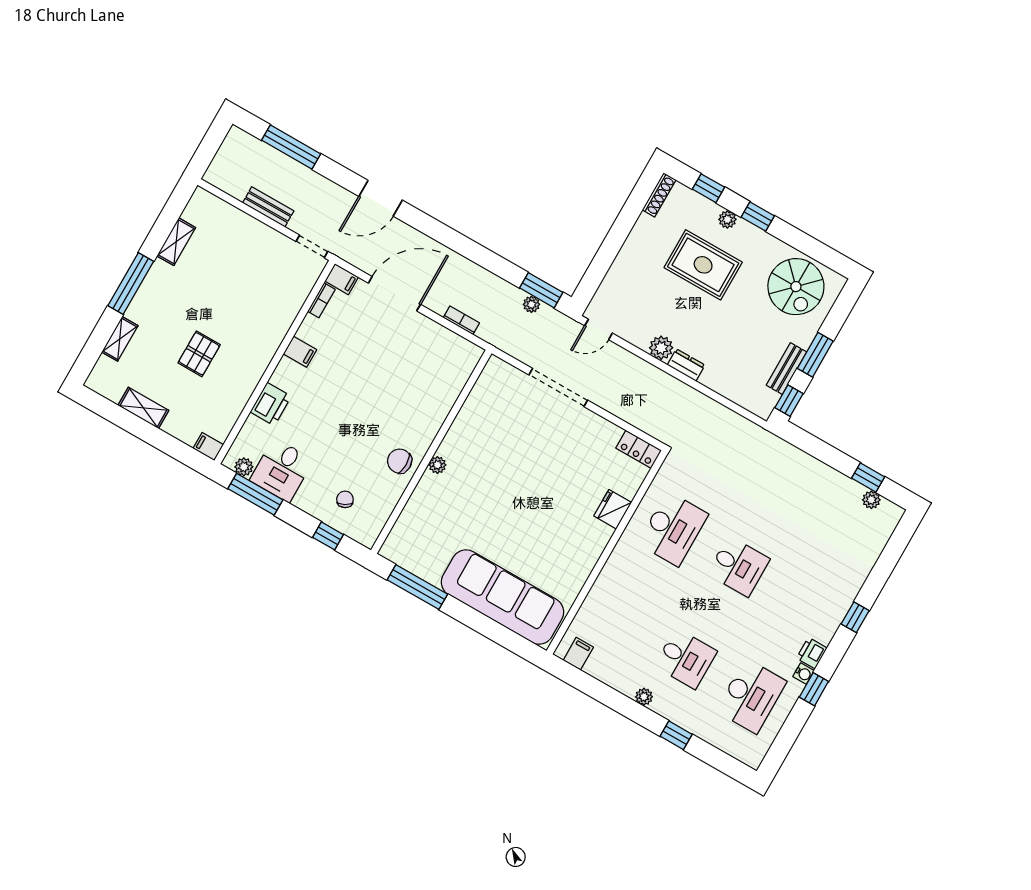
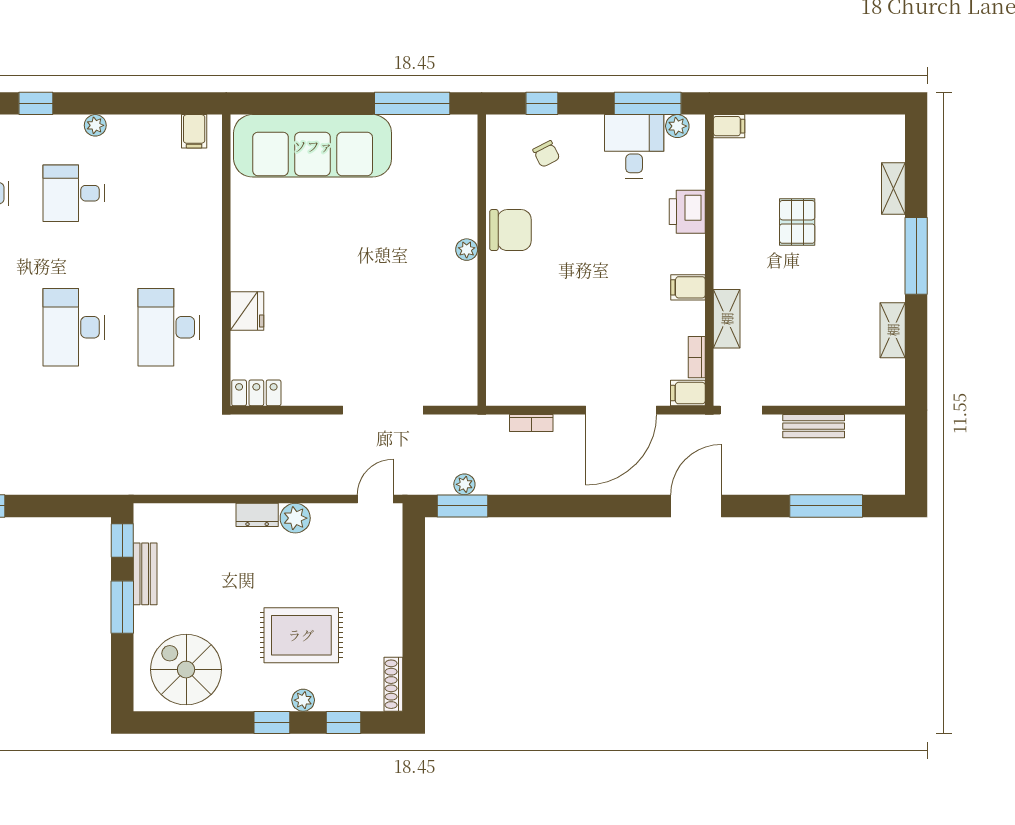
shelving: (143, 408) -> (727, 319), moved, turned 90
chair: (400, 461) -> (510, 230), width x1.37, depth x1.37
desk: (738, 566) -> (74, 327), width x1.37

